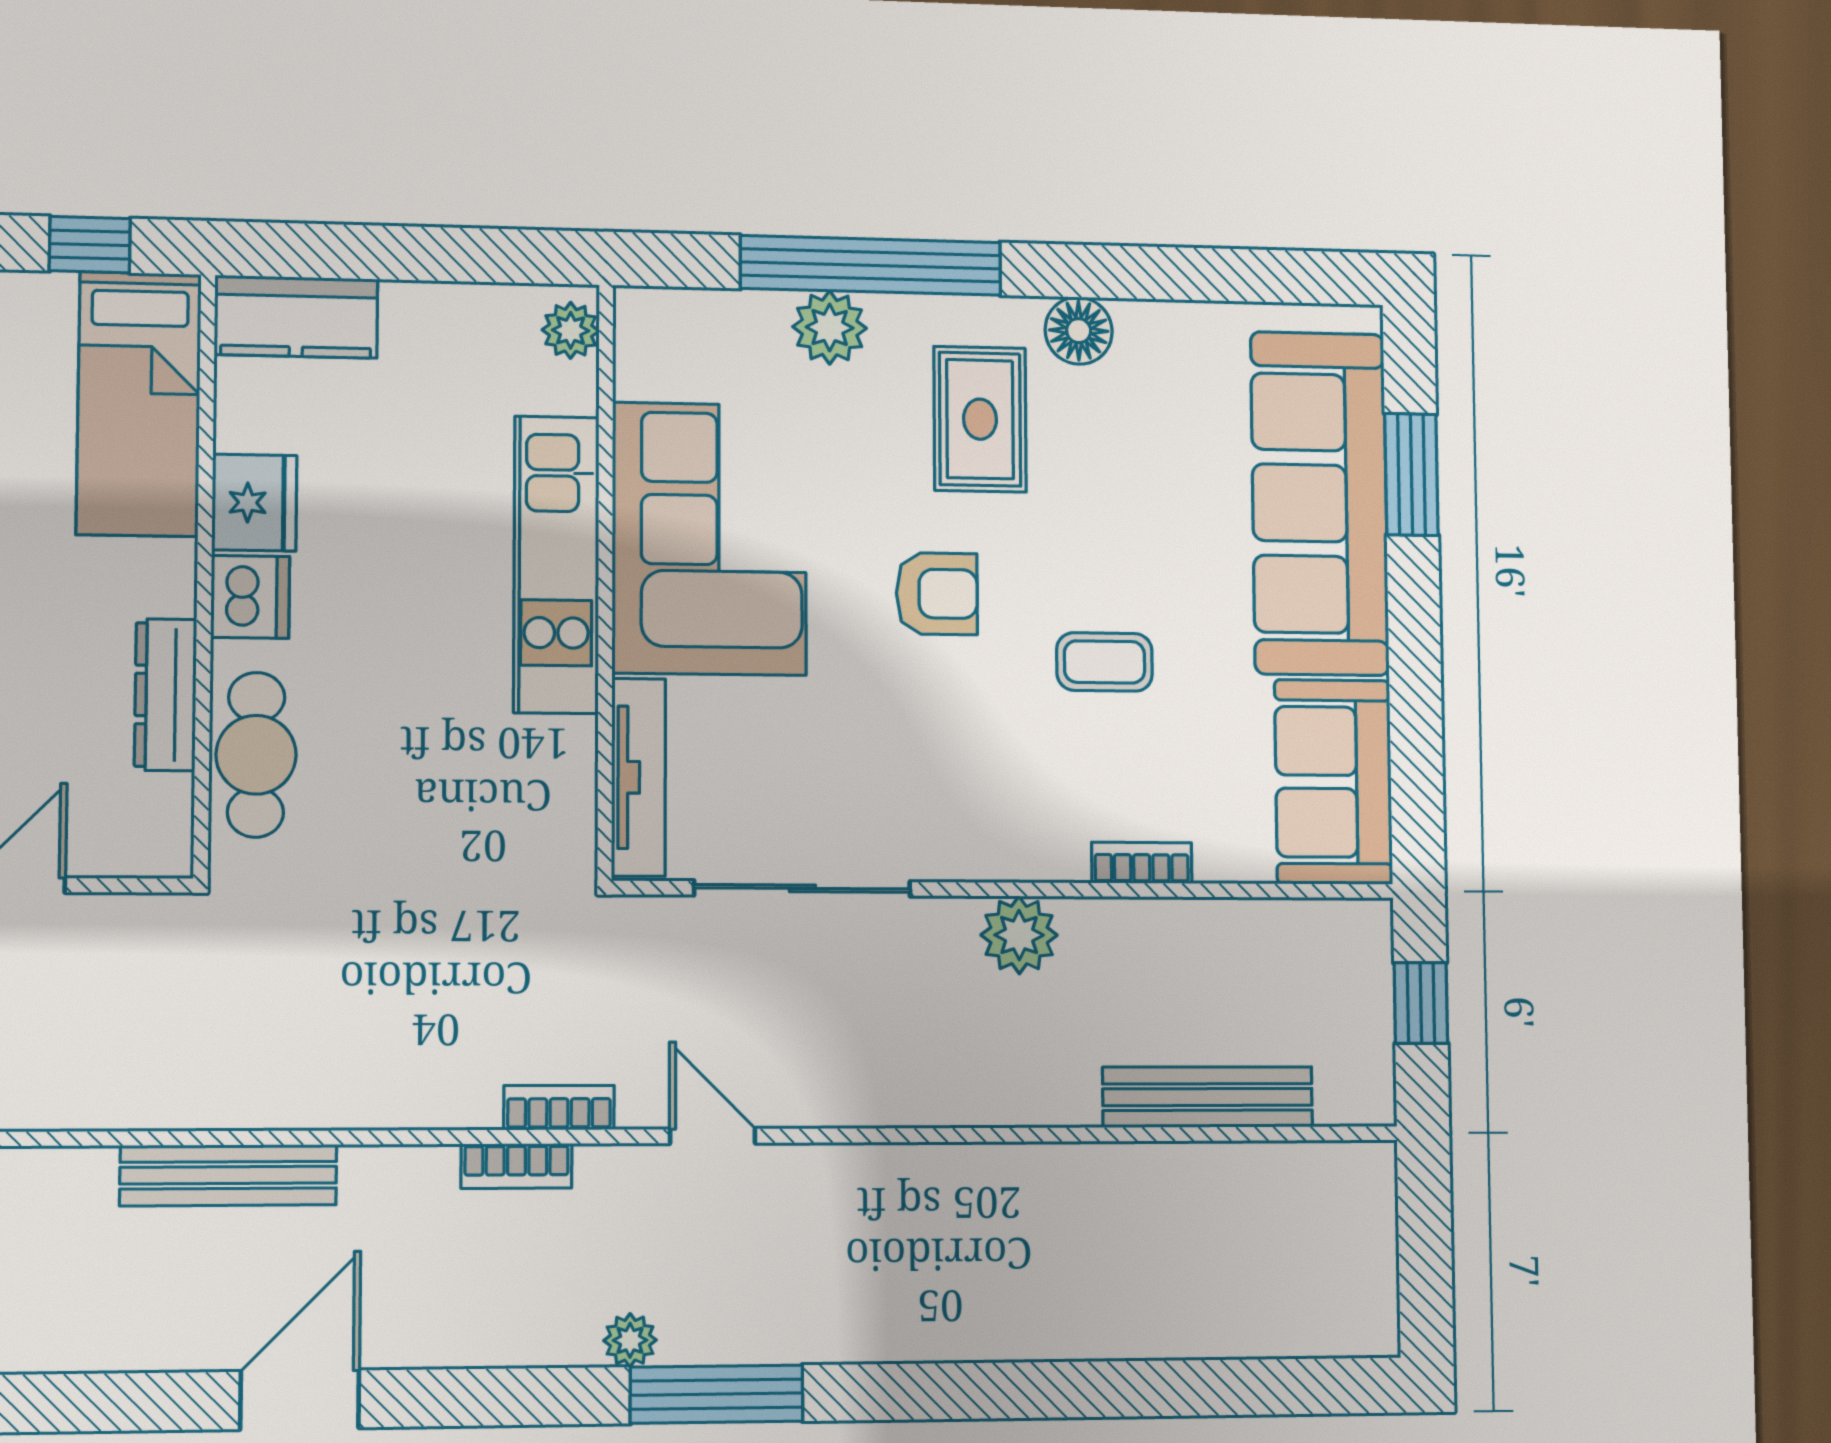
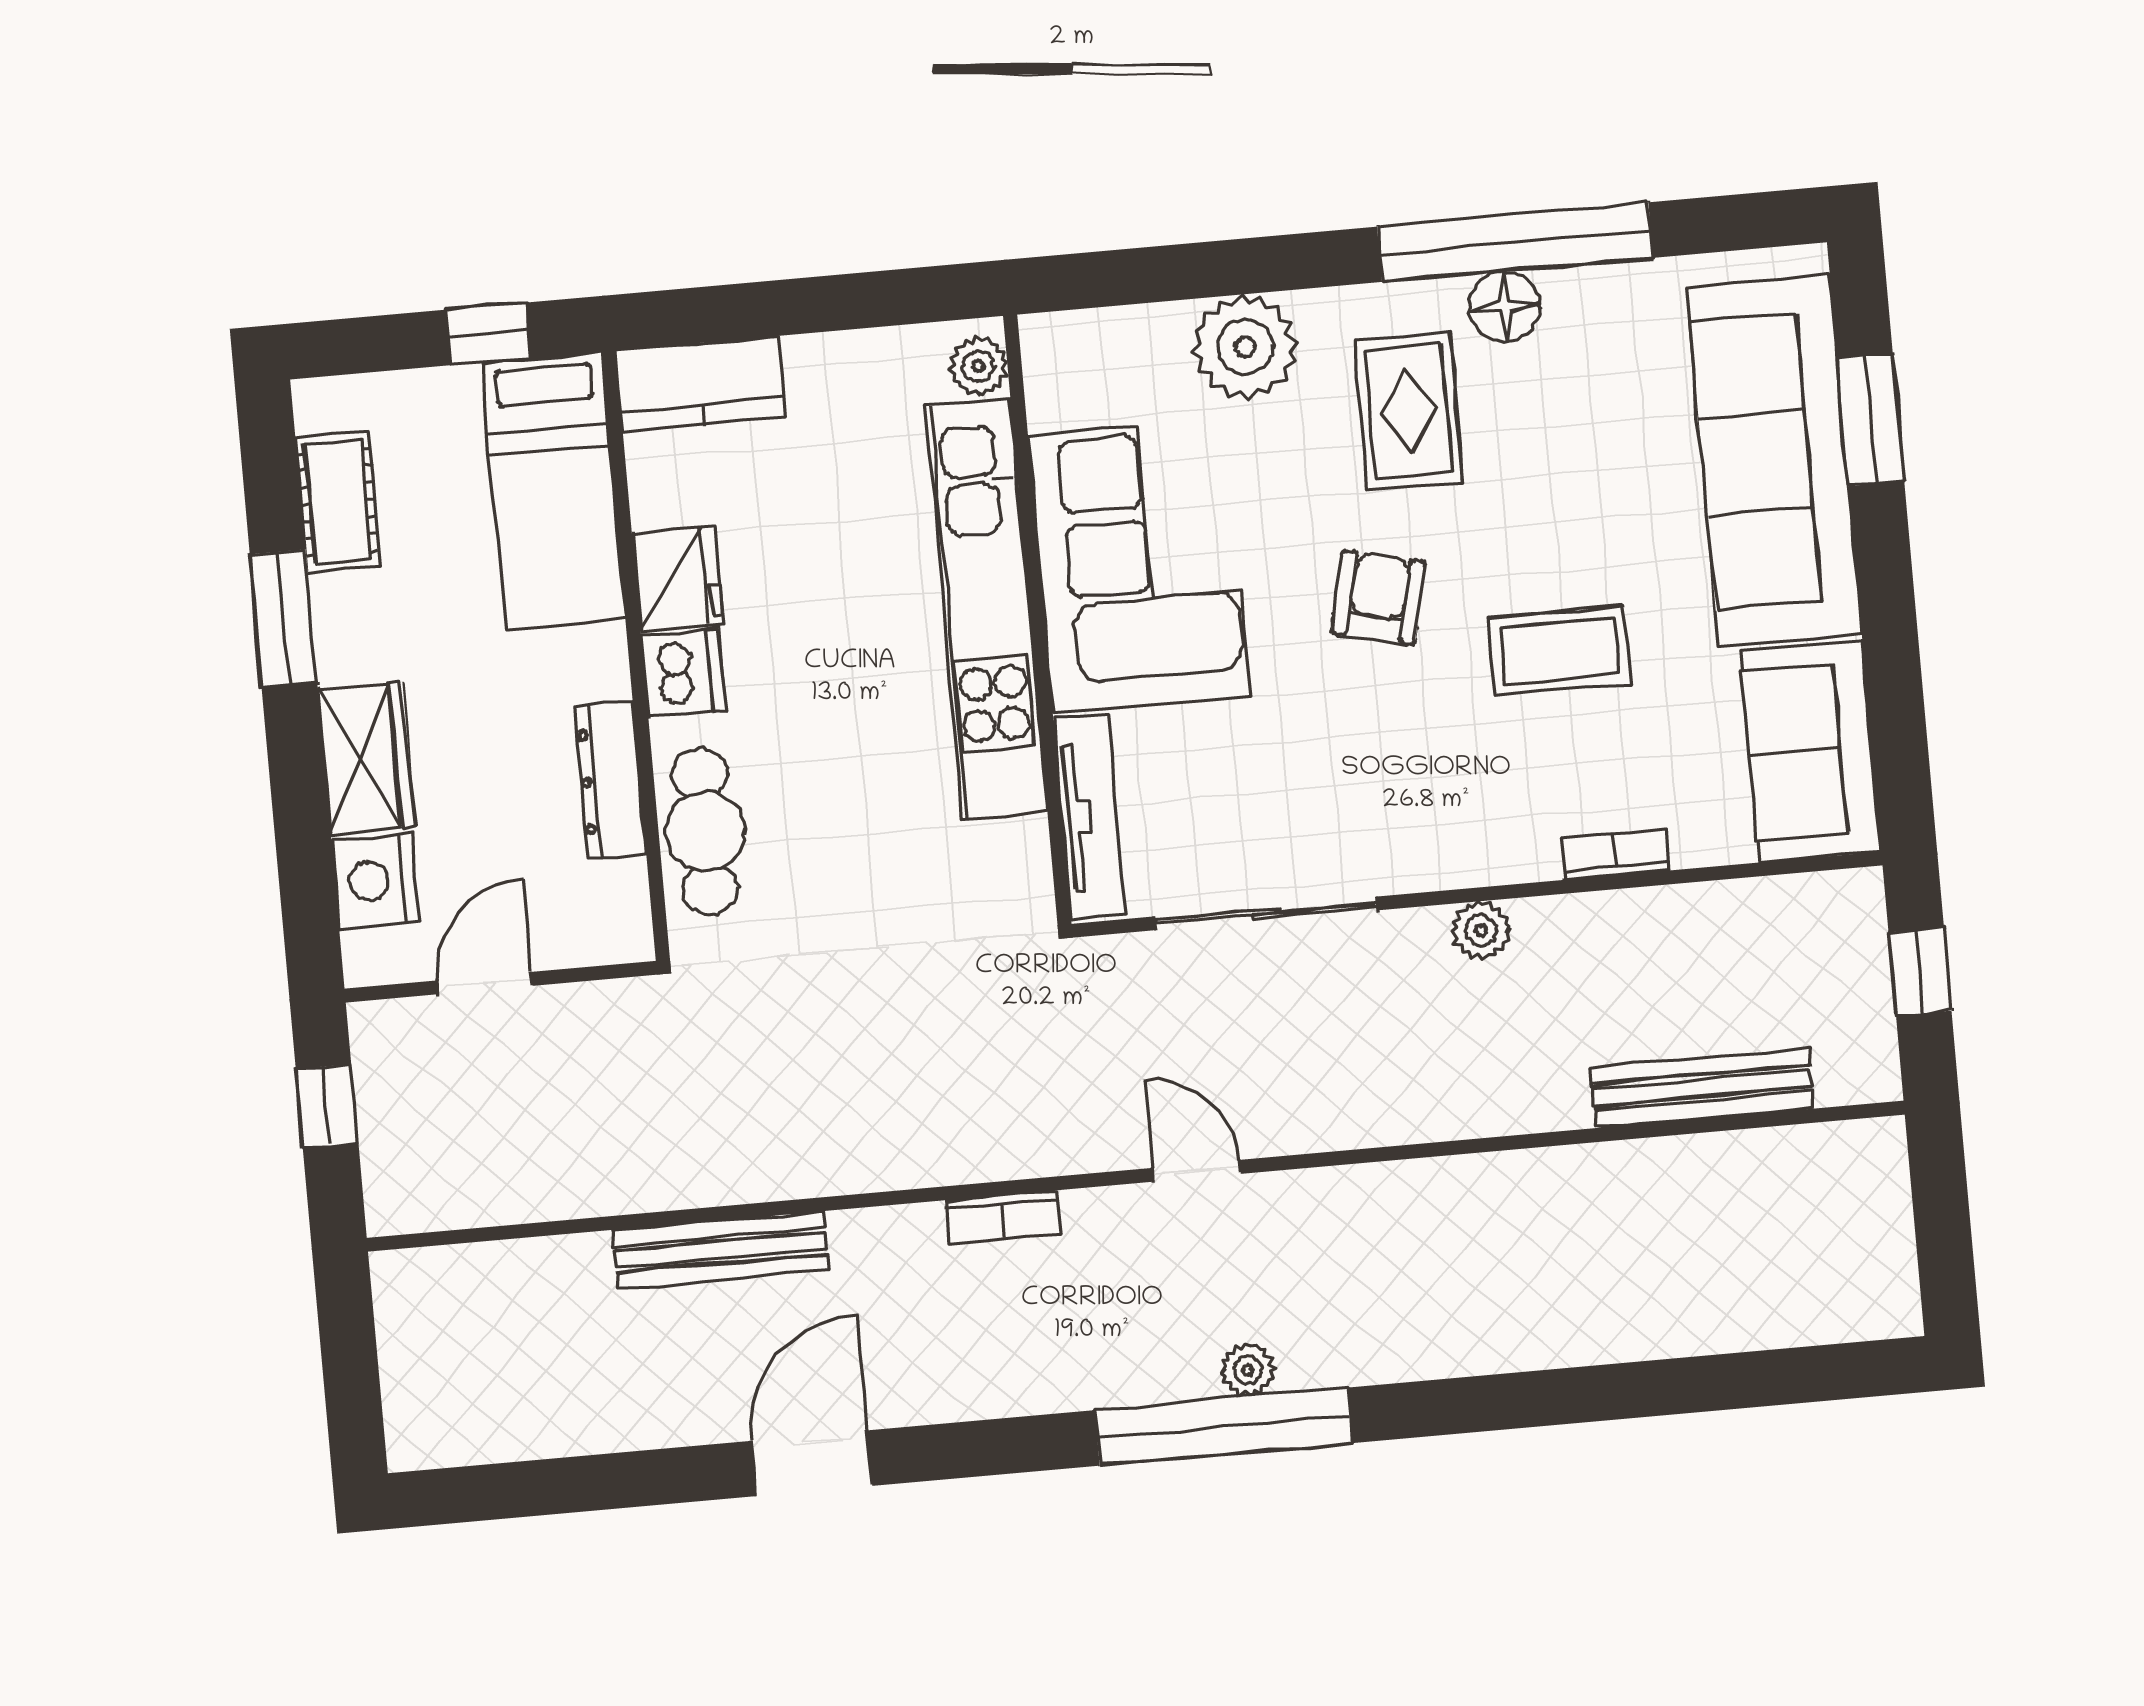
window: (871, 265) -> (1515, 242), moved
plant: (830, 327) -> (1245, 347), width x1.36, depth x1.36
kitchen unit: (556, 565) -> (986, 609), width x1.36
armchair: (937, 594) -> (1379, 598), turned -77
coffee table: (1104, 662) -> (1559, 650), width x1.36, depth x1.30
plant: (1019, 935) -> (1481, 930), width x0.73, depth x0.73
bookcase: (559, 1108) -> (1040, 1156), removed
plant: (630, 1340) -> (1248, 1370), moved
window: (717, 1394) -> (1224, 1427), width x1.46

